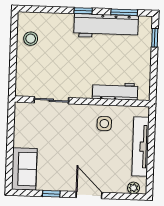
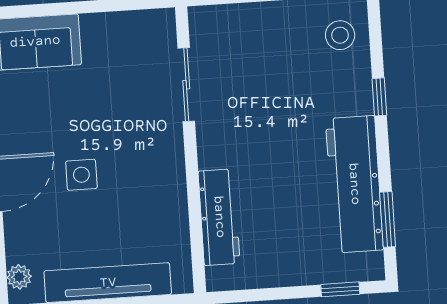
window: (83, 11) -> (379, 97), moved
stool: (31, 39) -> (340, 35), moved
side table: (104, 124) -> (81, 175), moved

